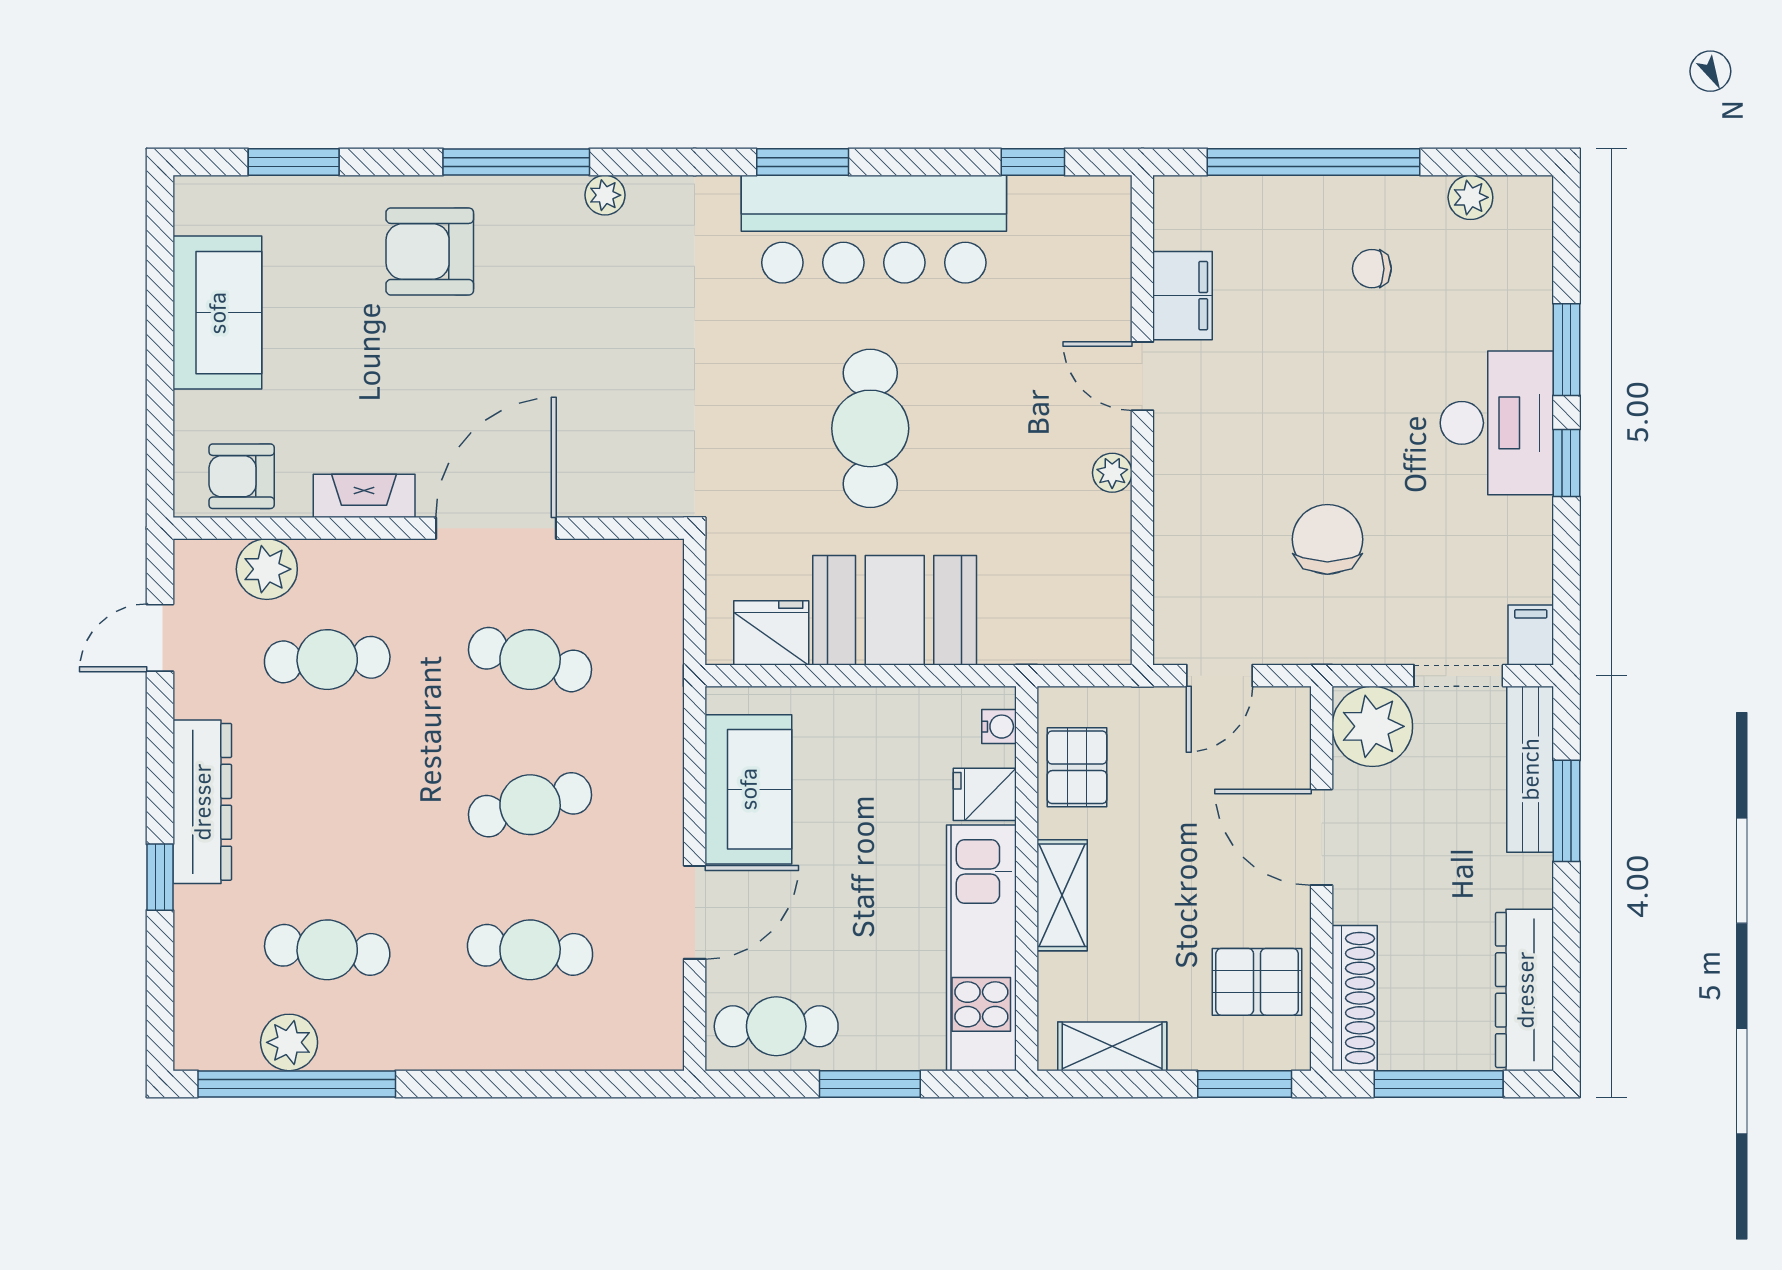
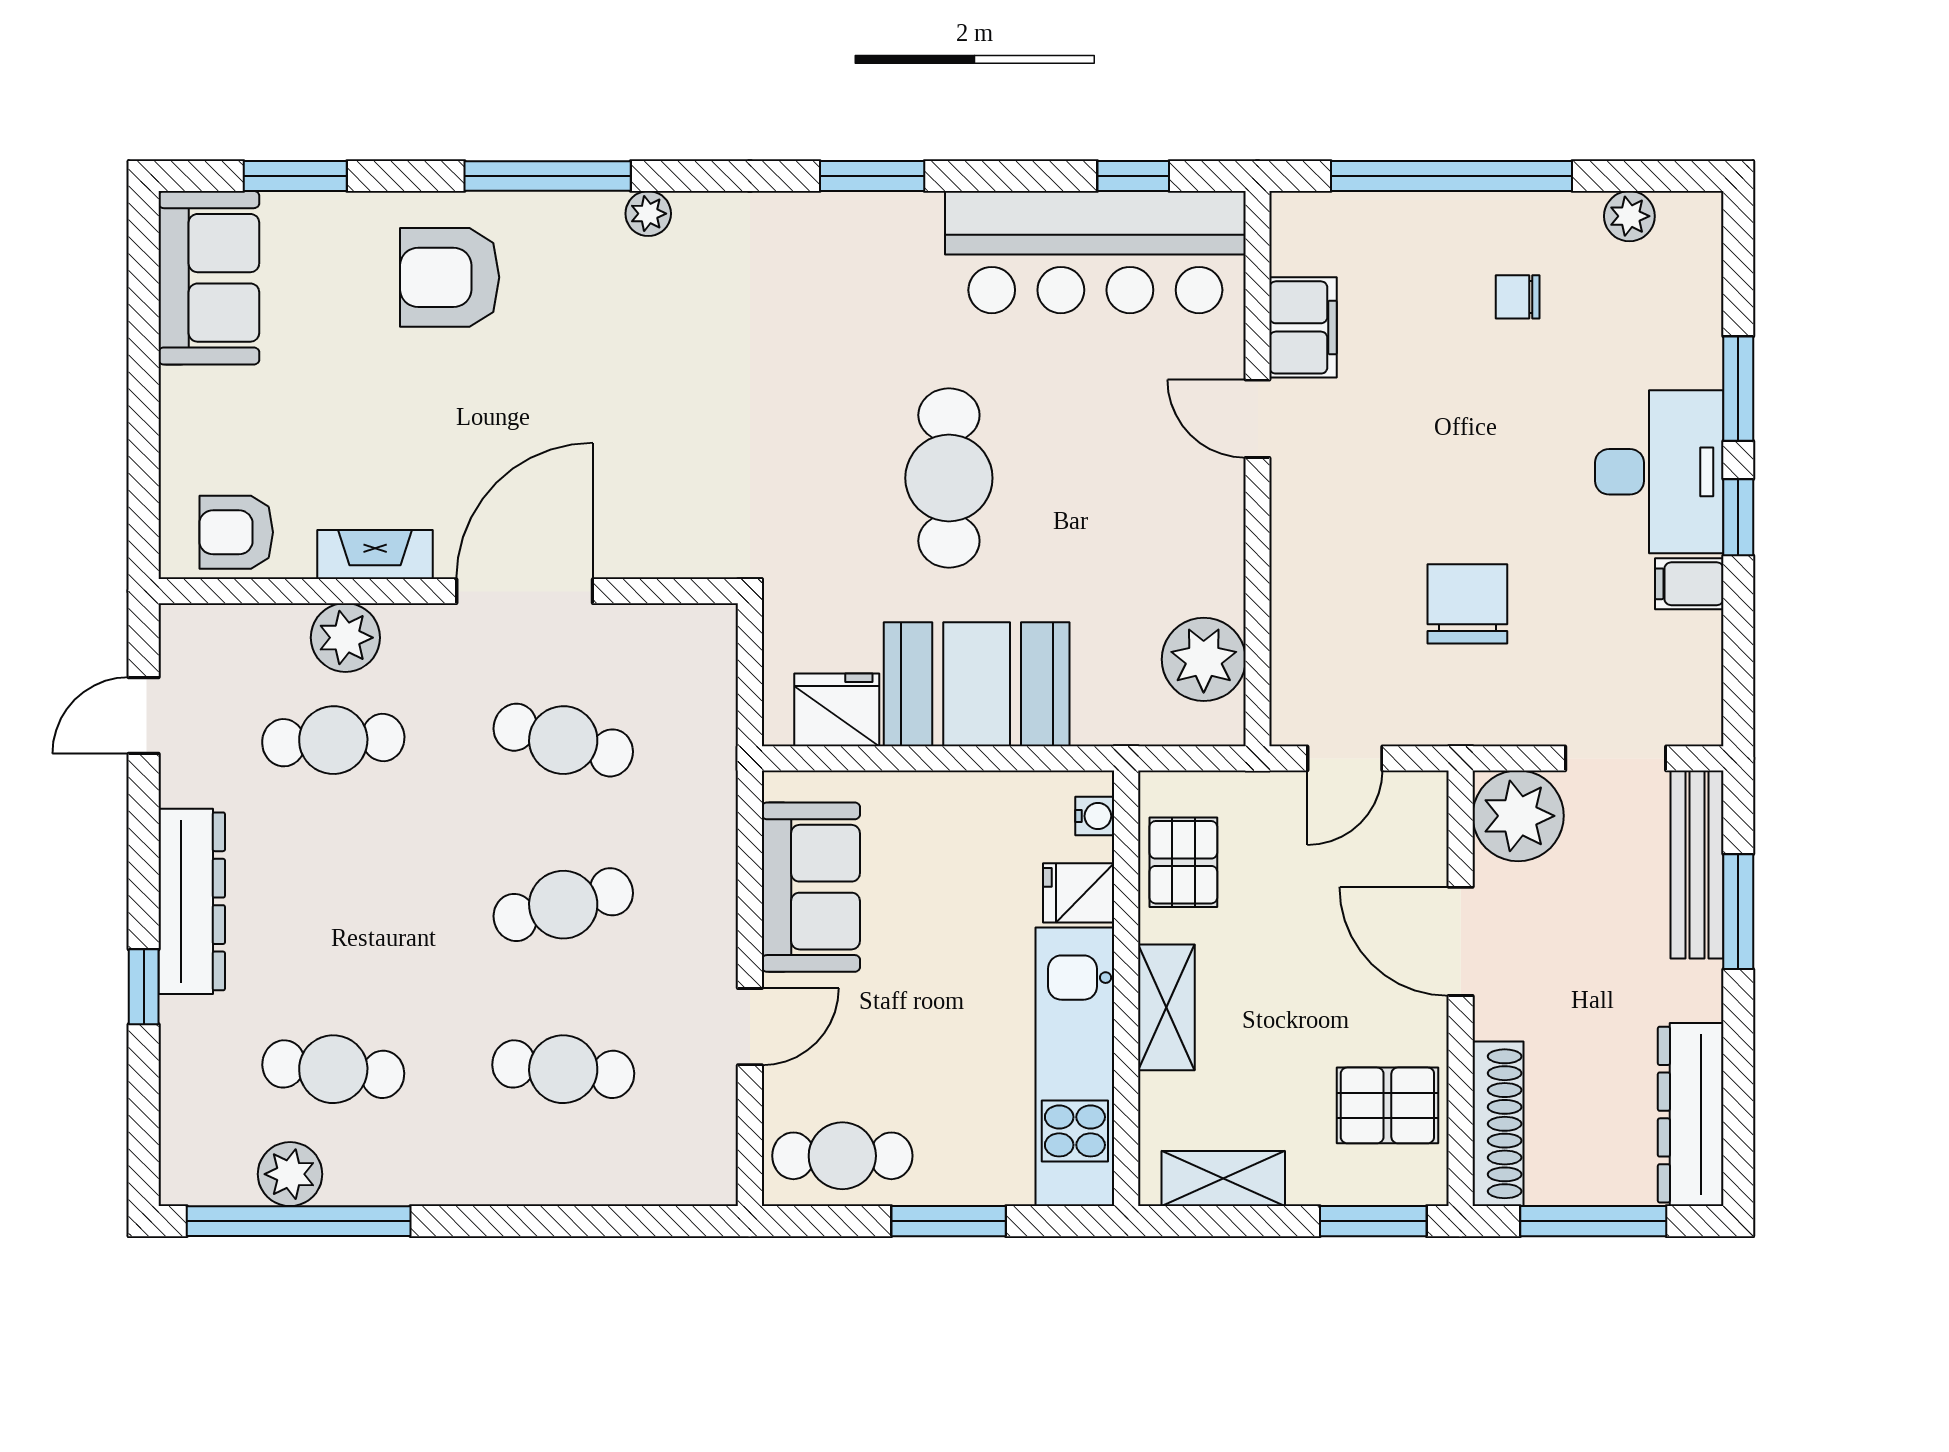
bar counter: (874, 229) -> (1095, 252), moved
sofa: (217, 313) -> (209, 278), moved
plant: (1112, 473) -> (1204, 659), moved, width x1.88, depth x1.88
plant: (267, 569) -> (345, 638), moved
filing cabinet: (1531, 635) -> (1689, 584), moved, turned -90
door: (695, 912) -> (750, 1027), width x0.73

